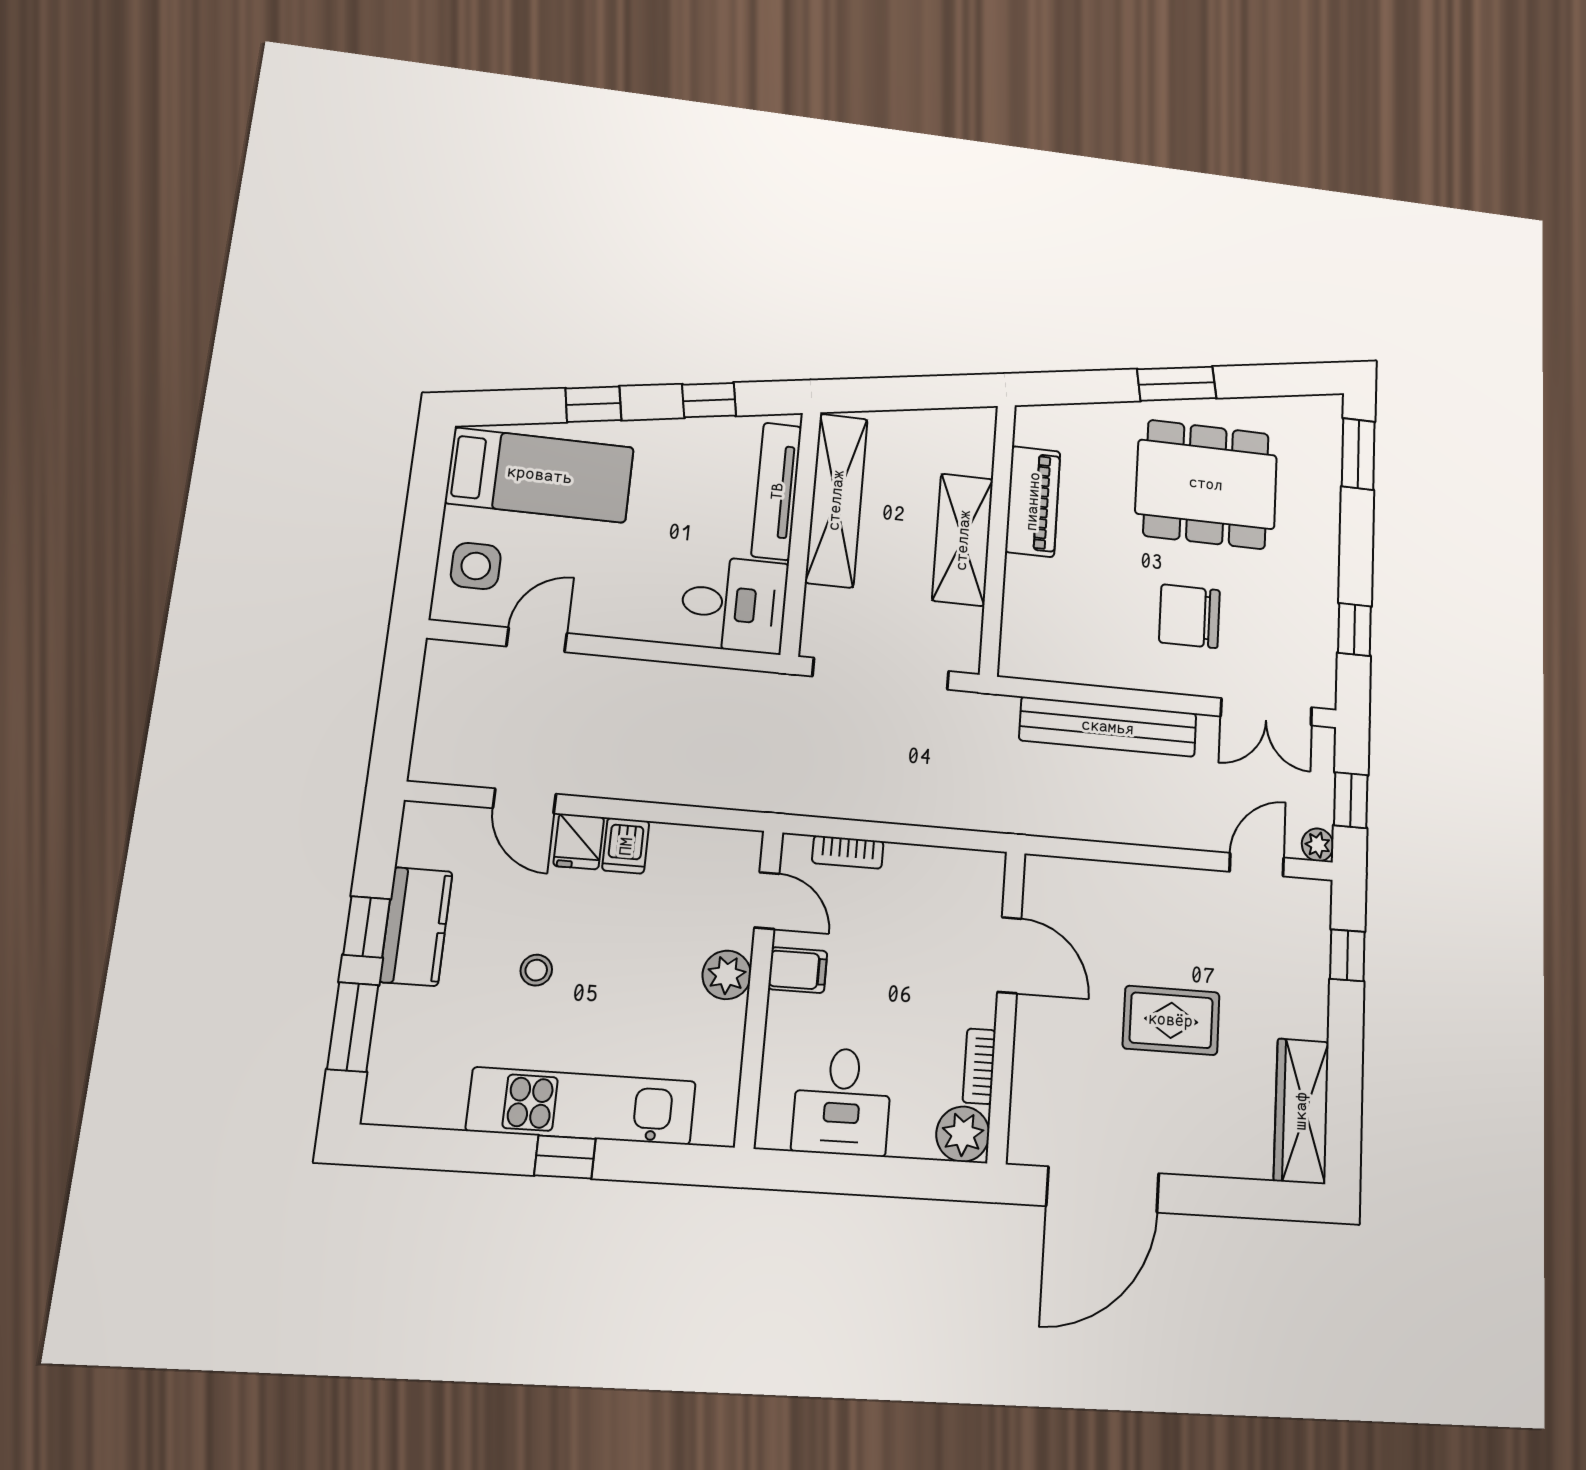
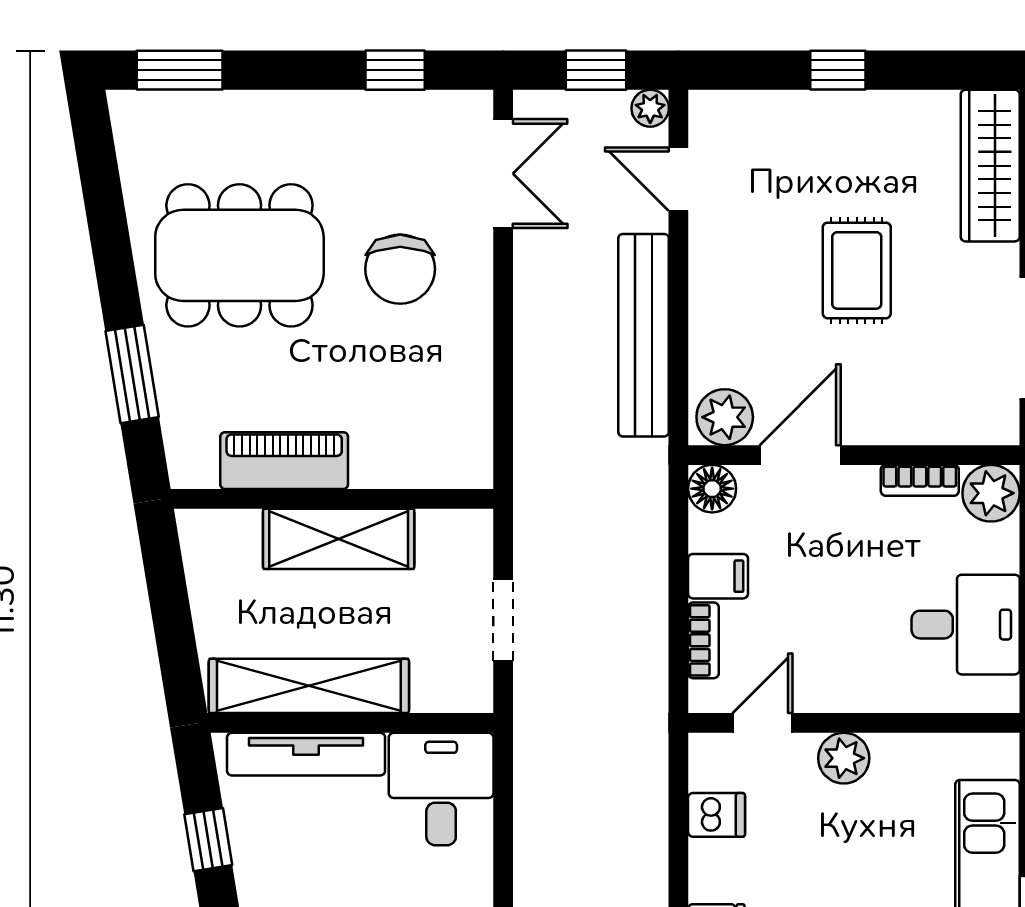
window: (1177, 384) -> (132, 374), moved
dining table: (1206, 484) -> (239, 255), turned 90
doorway: (881, 674) -> (503, 620), width x0.53
bench: (1108, 727) -> (644, 335), moved
dishwasher: (626, 846) -> (717, 815), moved
floor lamp: (984, 872) -> (712, 489), added
plant: (1047, 888) -> (725, 417), added
window: (1347, 955) -> (838, 70), moved
filing cabinet: (798, 970) -> (718, 576), moved, turned 90
wardrobe: (1301, 1111) -> (990, 166), moved, turned 90

